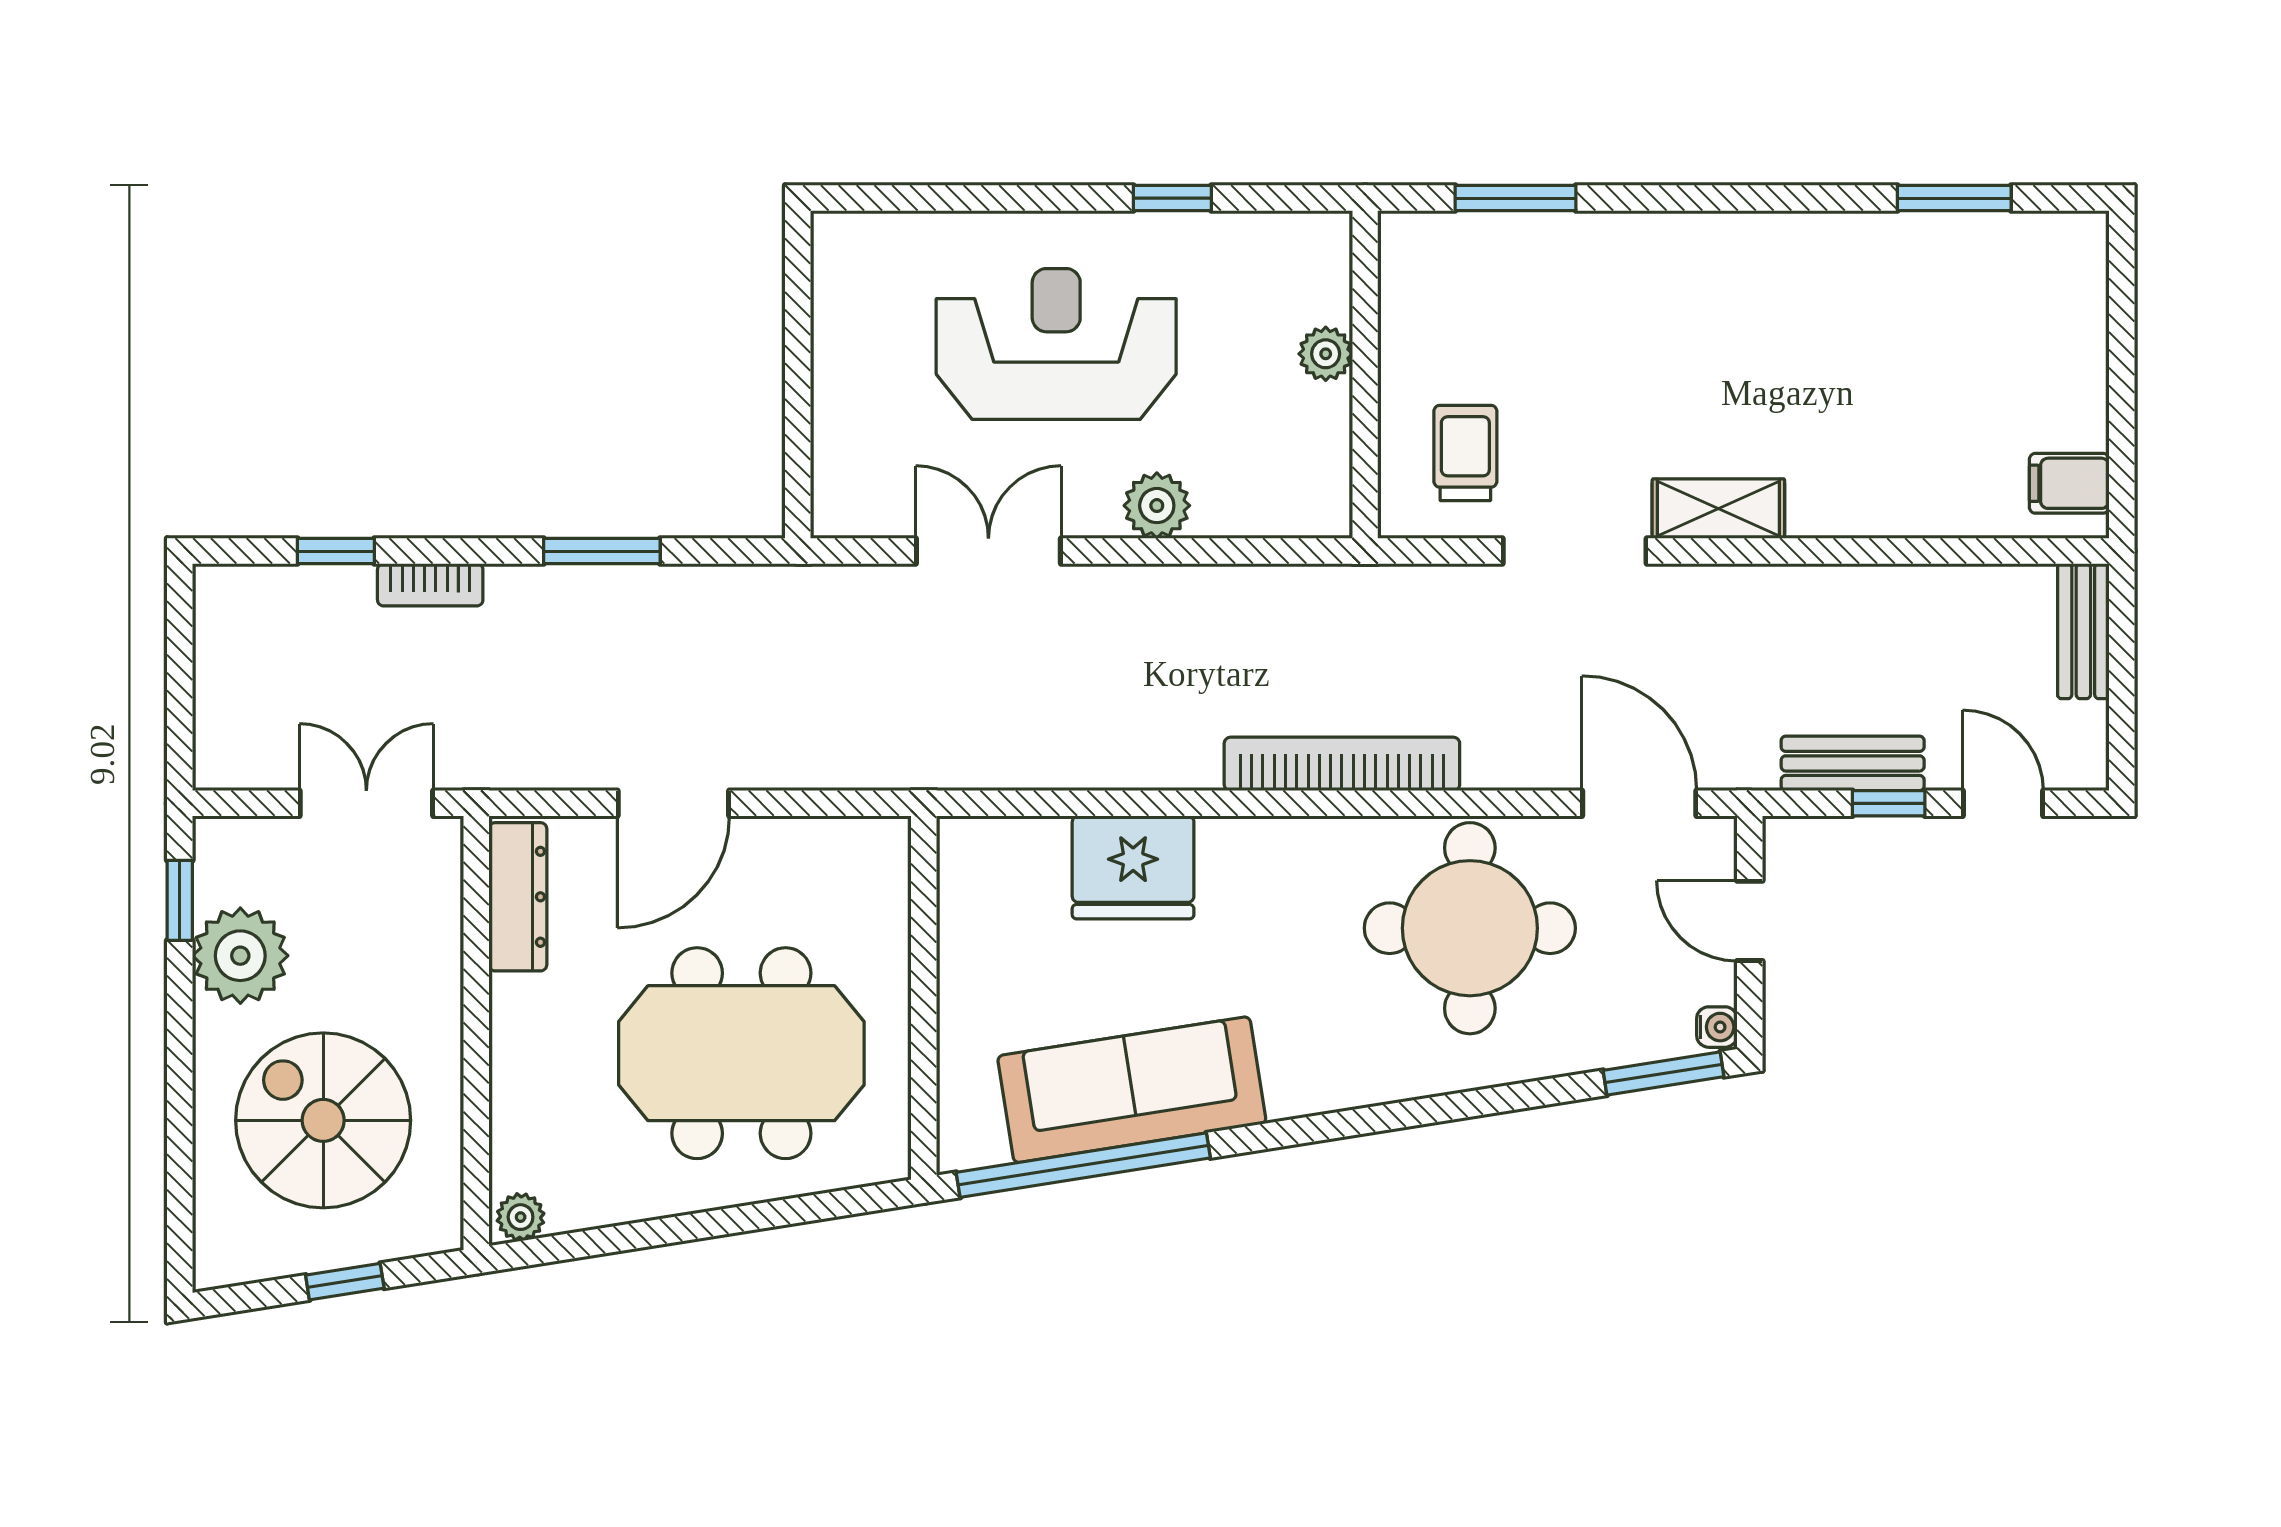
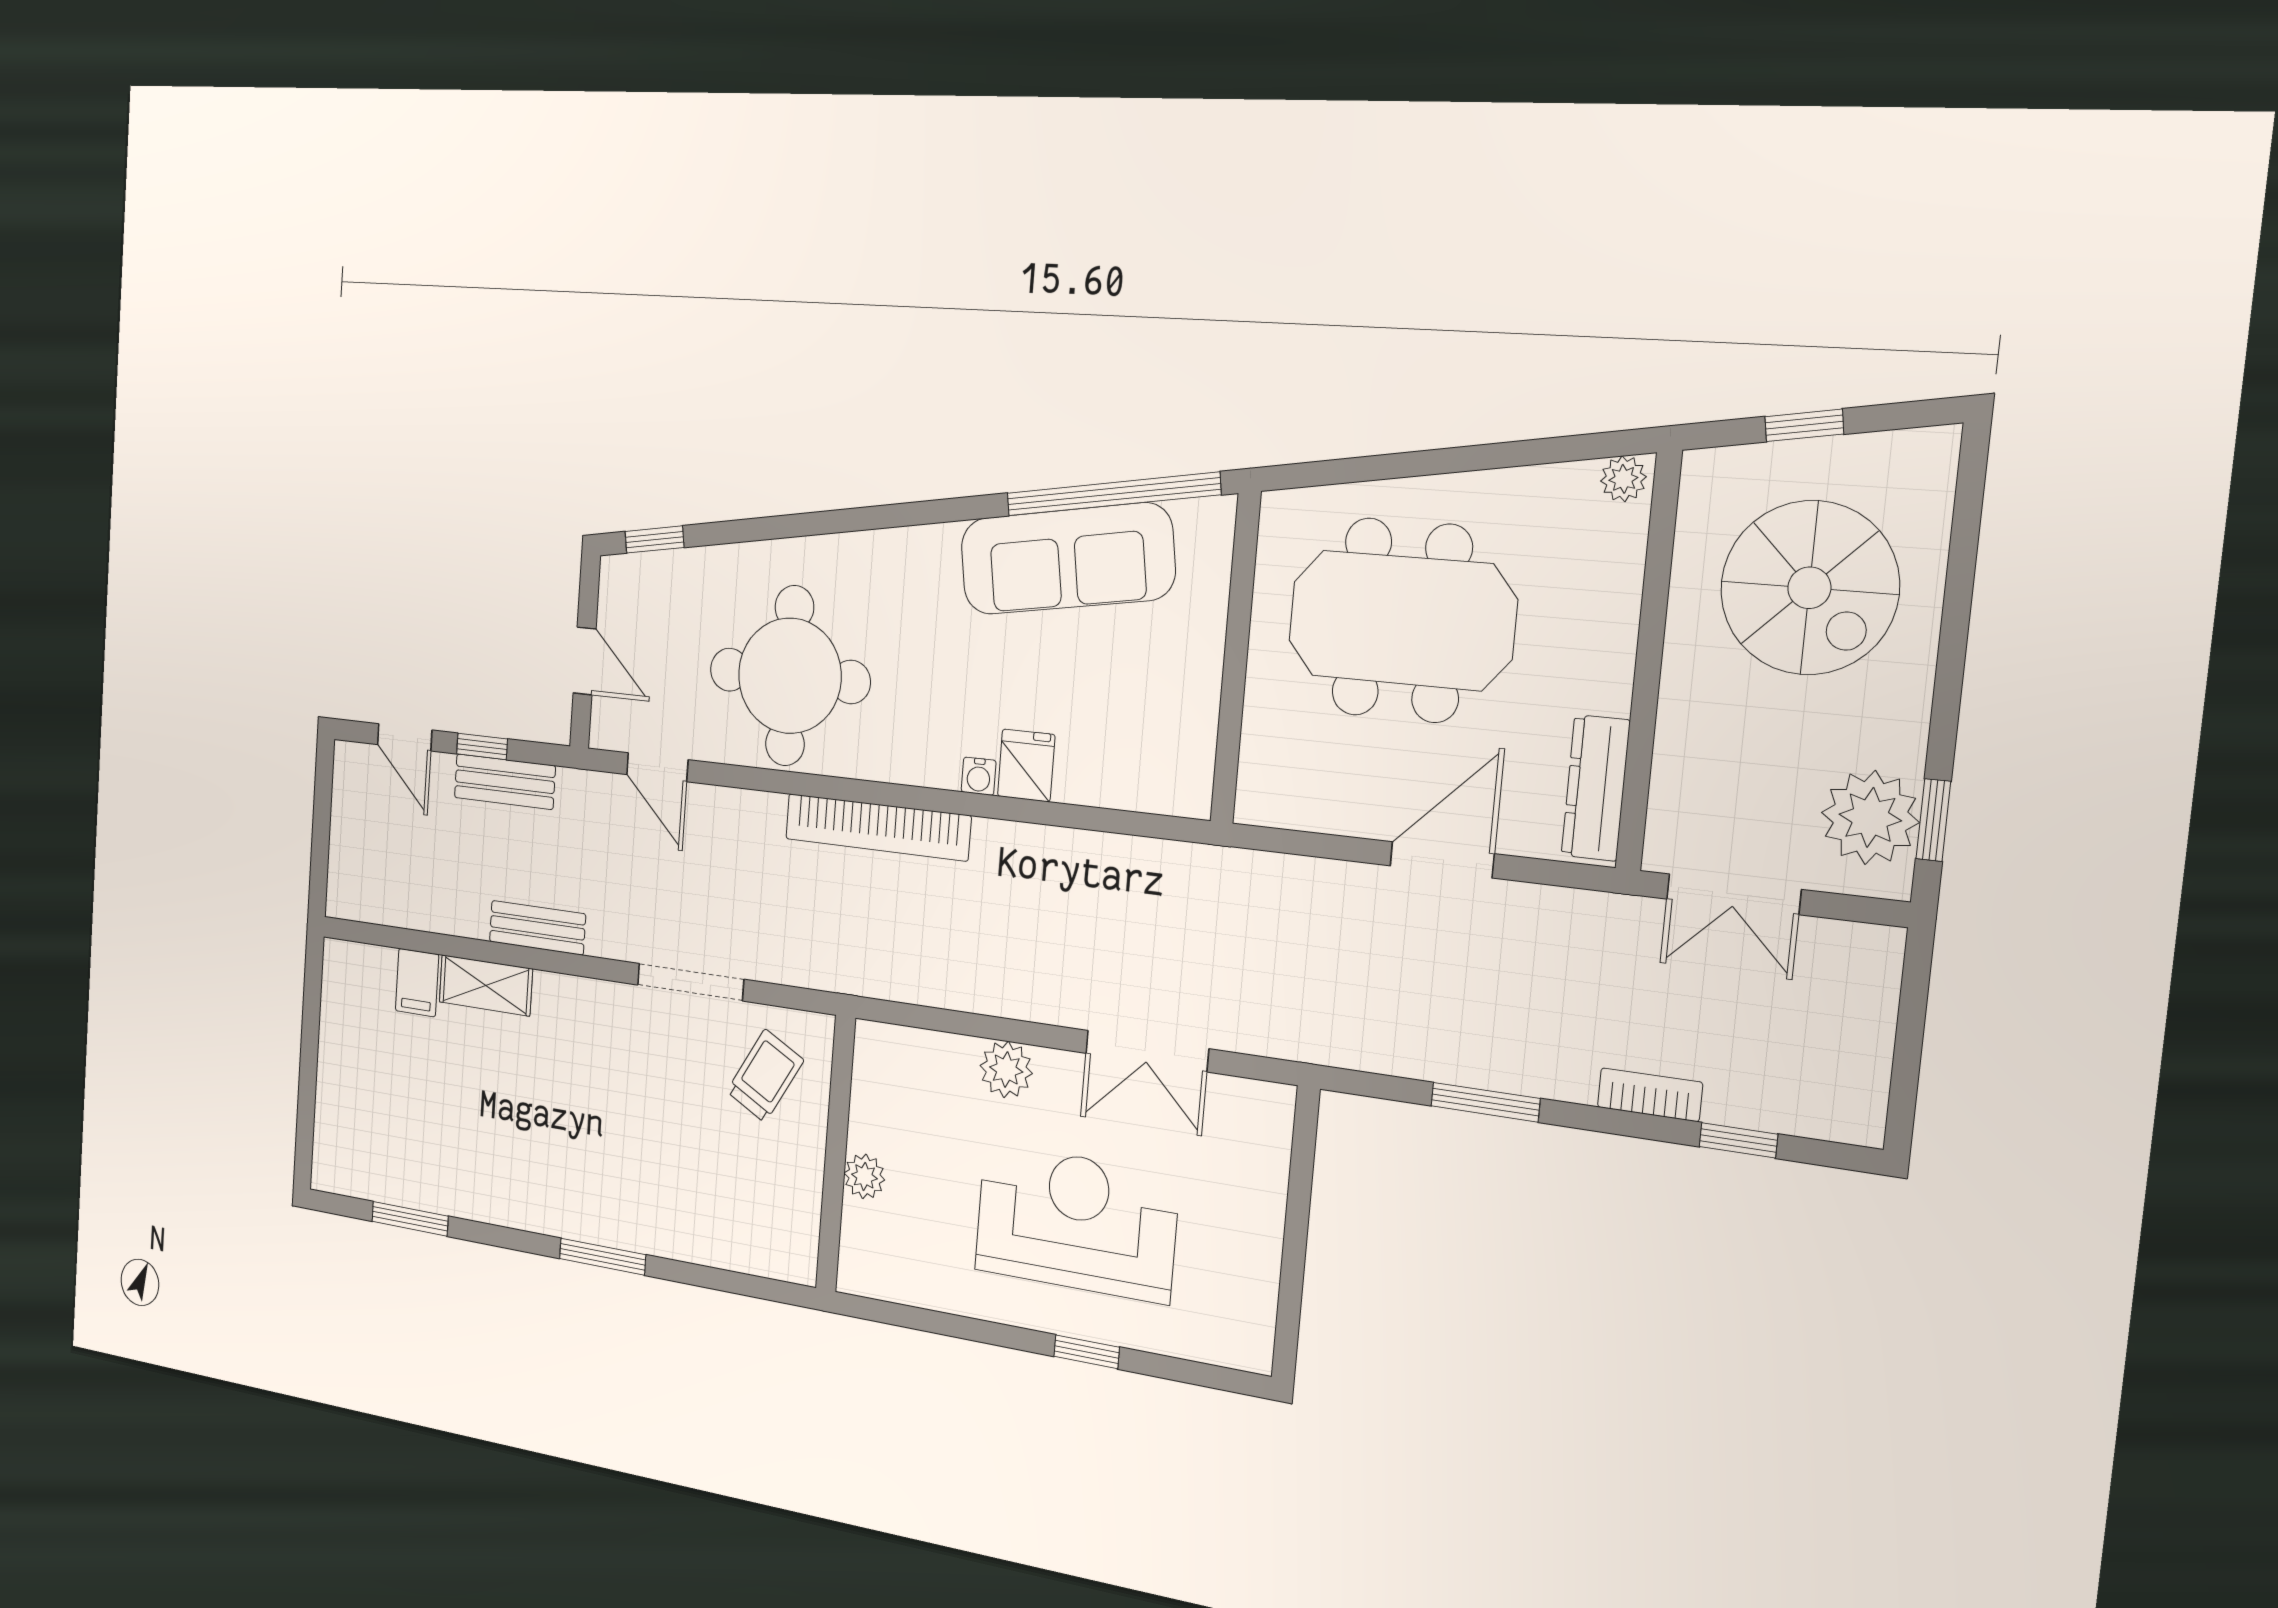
window: (1172, 198) -> (1087, 1352), moved
window: (1516, 198) -> (603, 1257), moved
reception desk: (1056, 344) -> (1076, 1222), turned 180
trolley: (1465, 453) -> (765, 1076), turned -151
filing cabinet: (2069, 483) -> (417, 983), moved, turned 90
shelving: (1718, 509) -> (486, 985), moved
bench: (2083, 631) -> (537, 928), moved, turned 90
door: (1639, 803) -> (657, 767), width x0.73
fridge: (1133, 867) -> (1026, 765), width x0.53, depth x0.75
plant: (240, 956) -> (1870, 817), moved
water cooler: (1717, 1027) -> (979, 776), moved, turned -90
window: (1663, 1073) -> (654, 539), width x0.67

